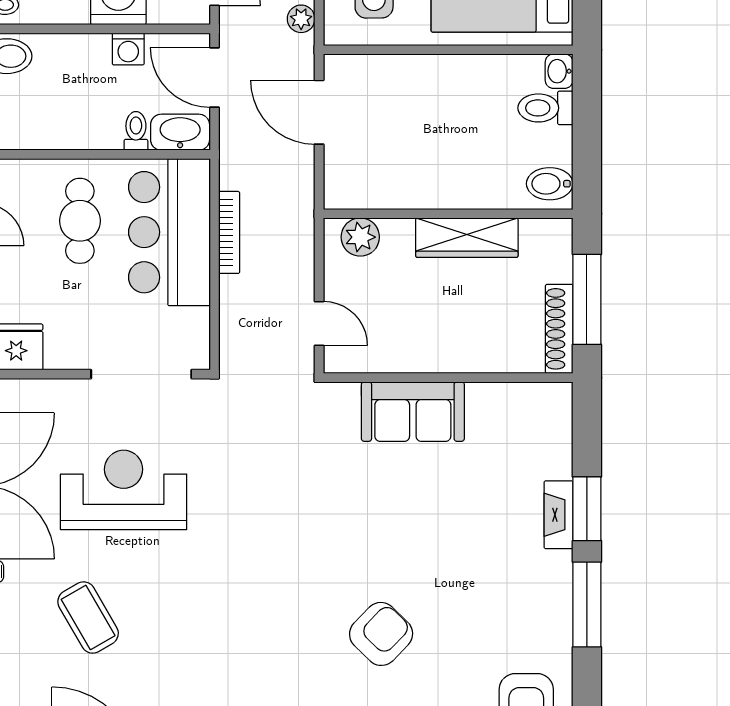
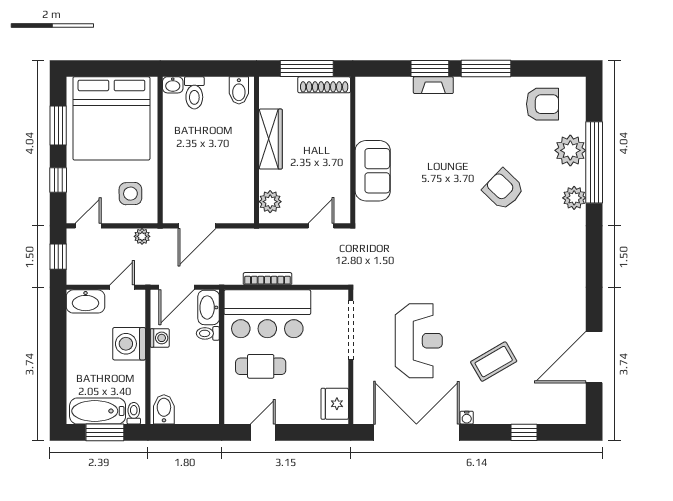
reception desk: (124, 490) -> (419, 341), turned 180

